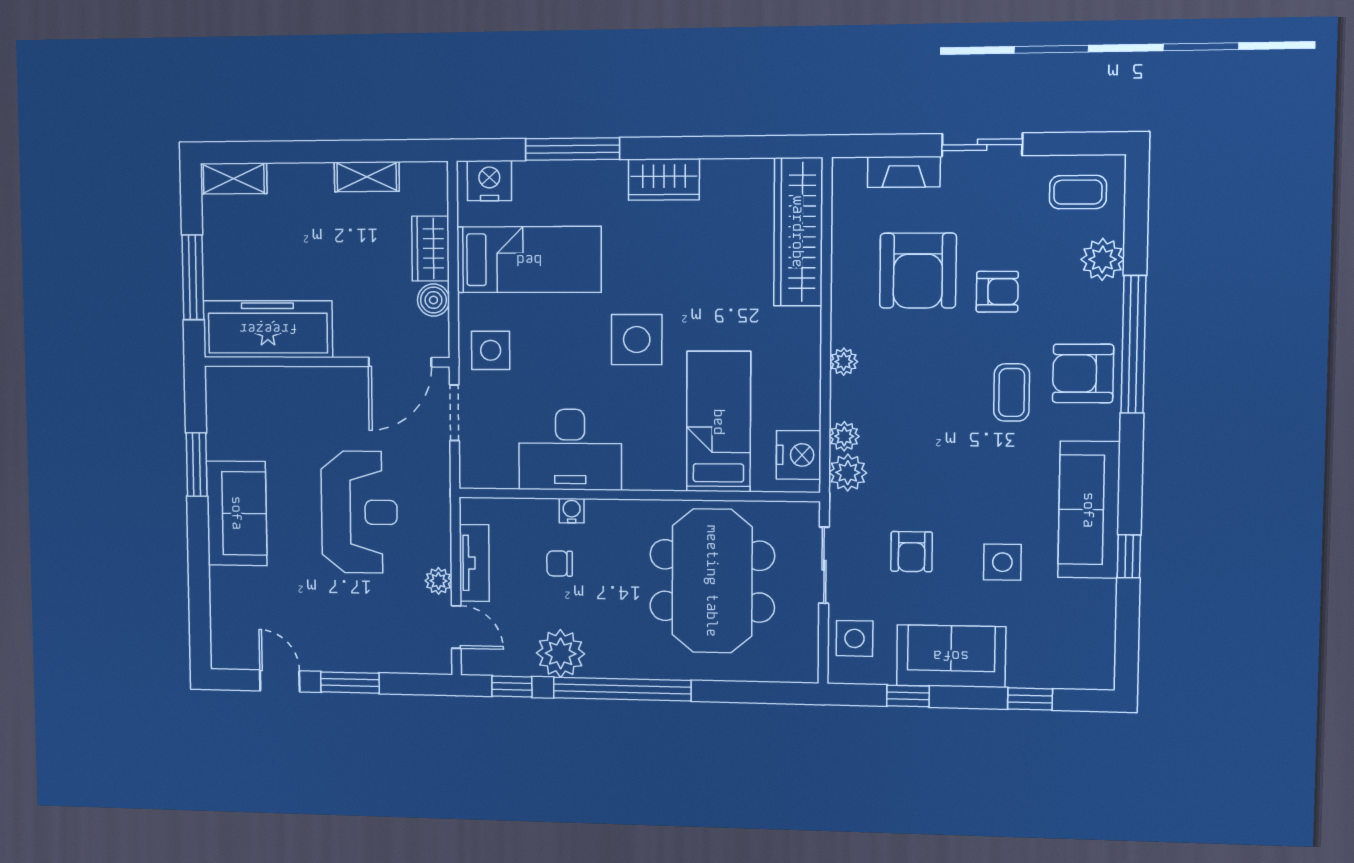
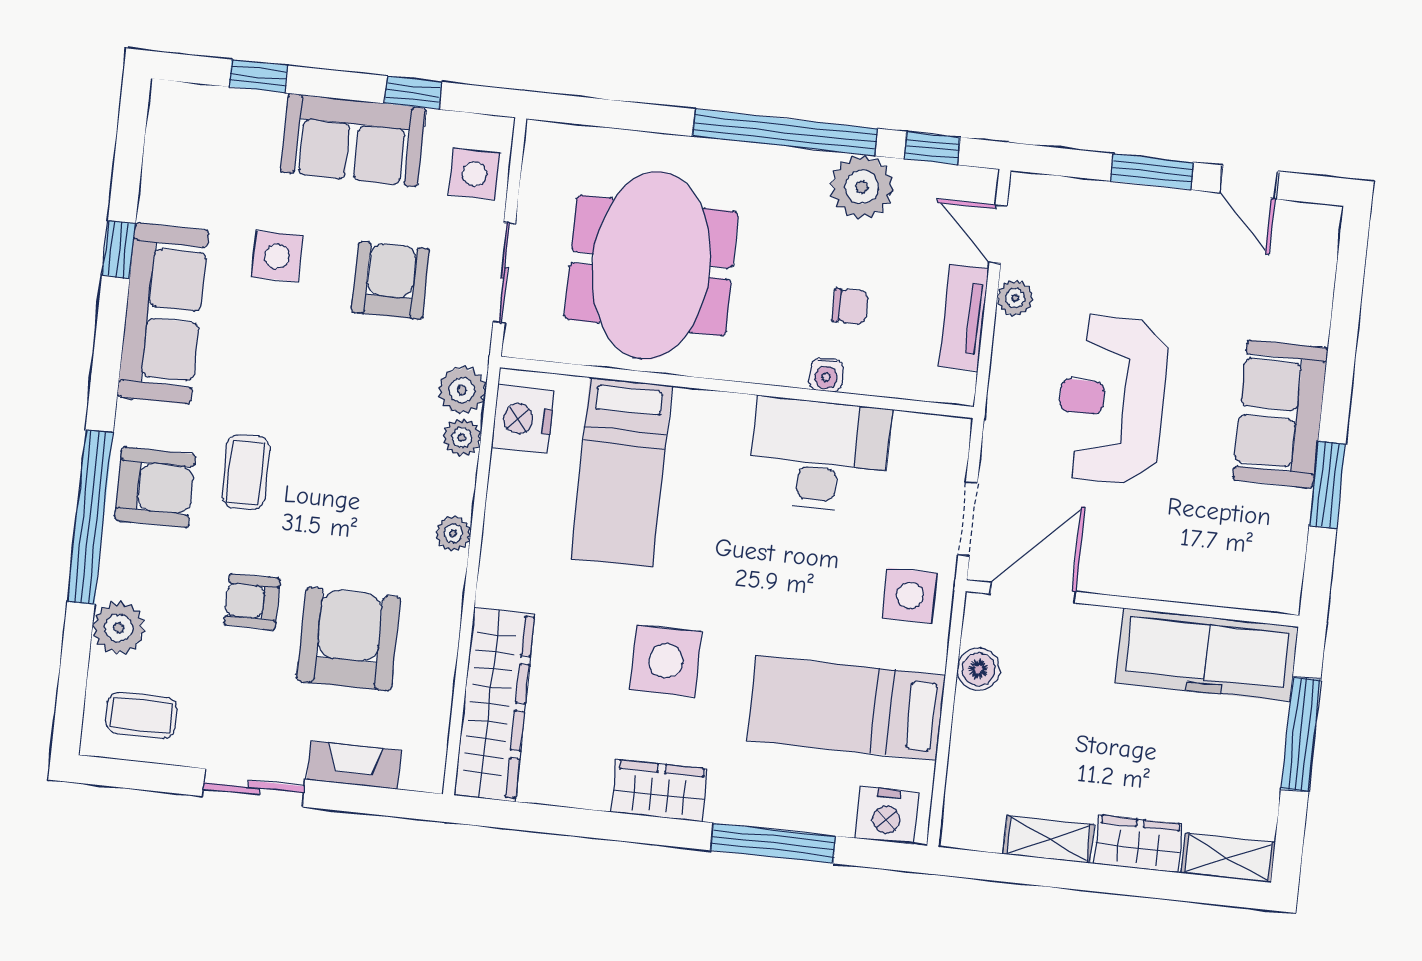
wardrobe: (431, 249) -> (1138, 844), moved, turned -90
side table: (637, 340) -> (666, 661), moved
armchair: (912, 552) -> (391, 280), width x1.38, depth x1.38

